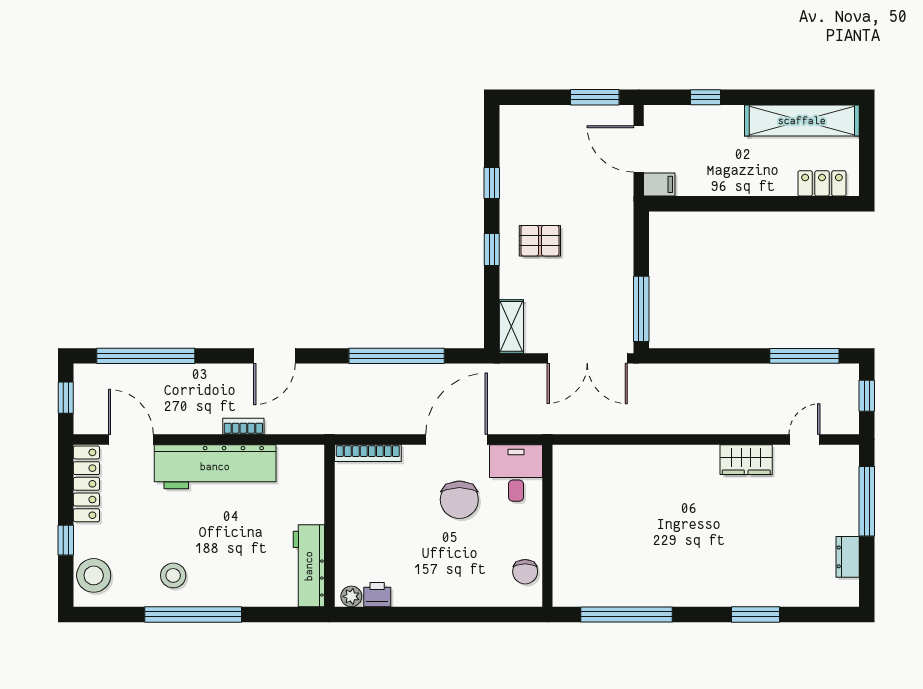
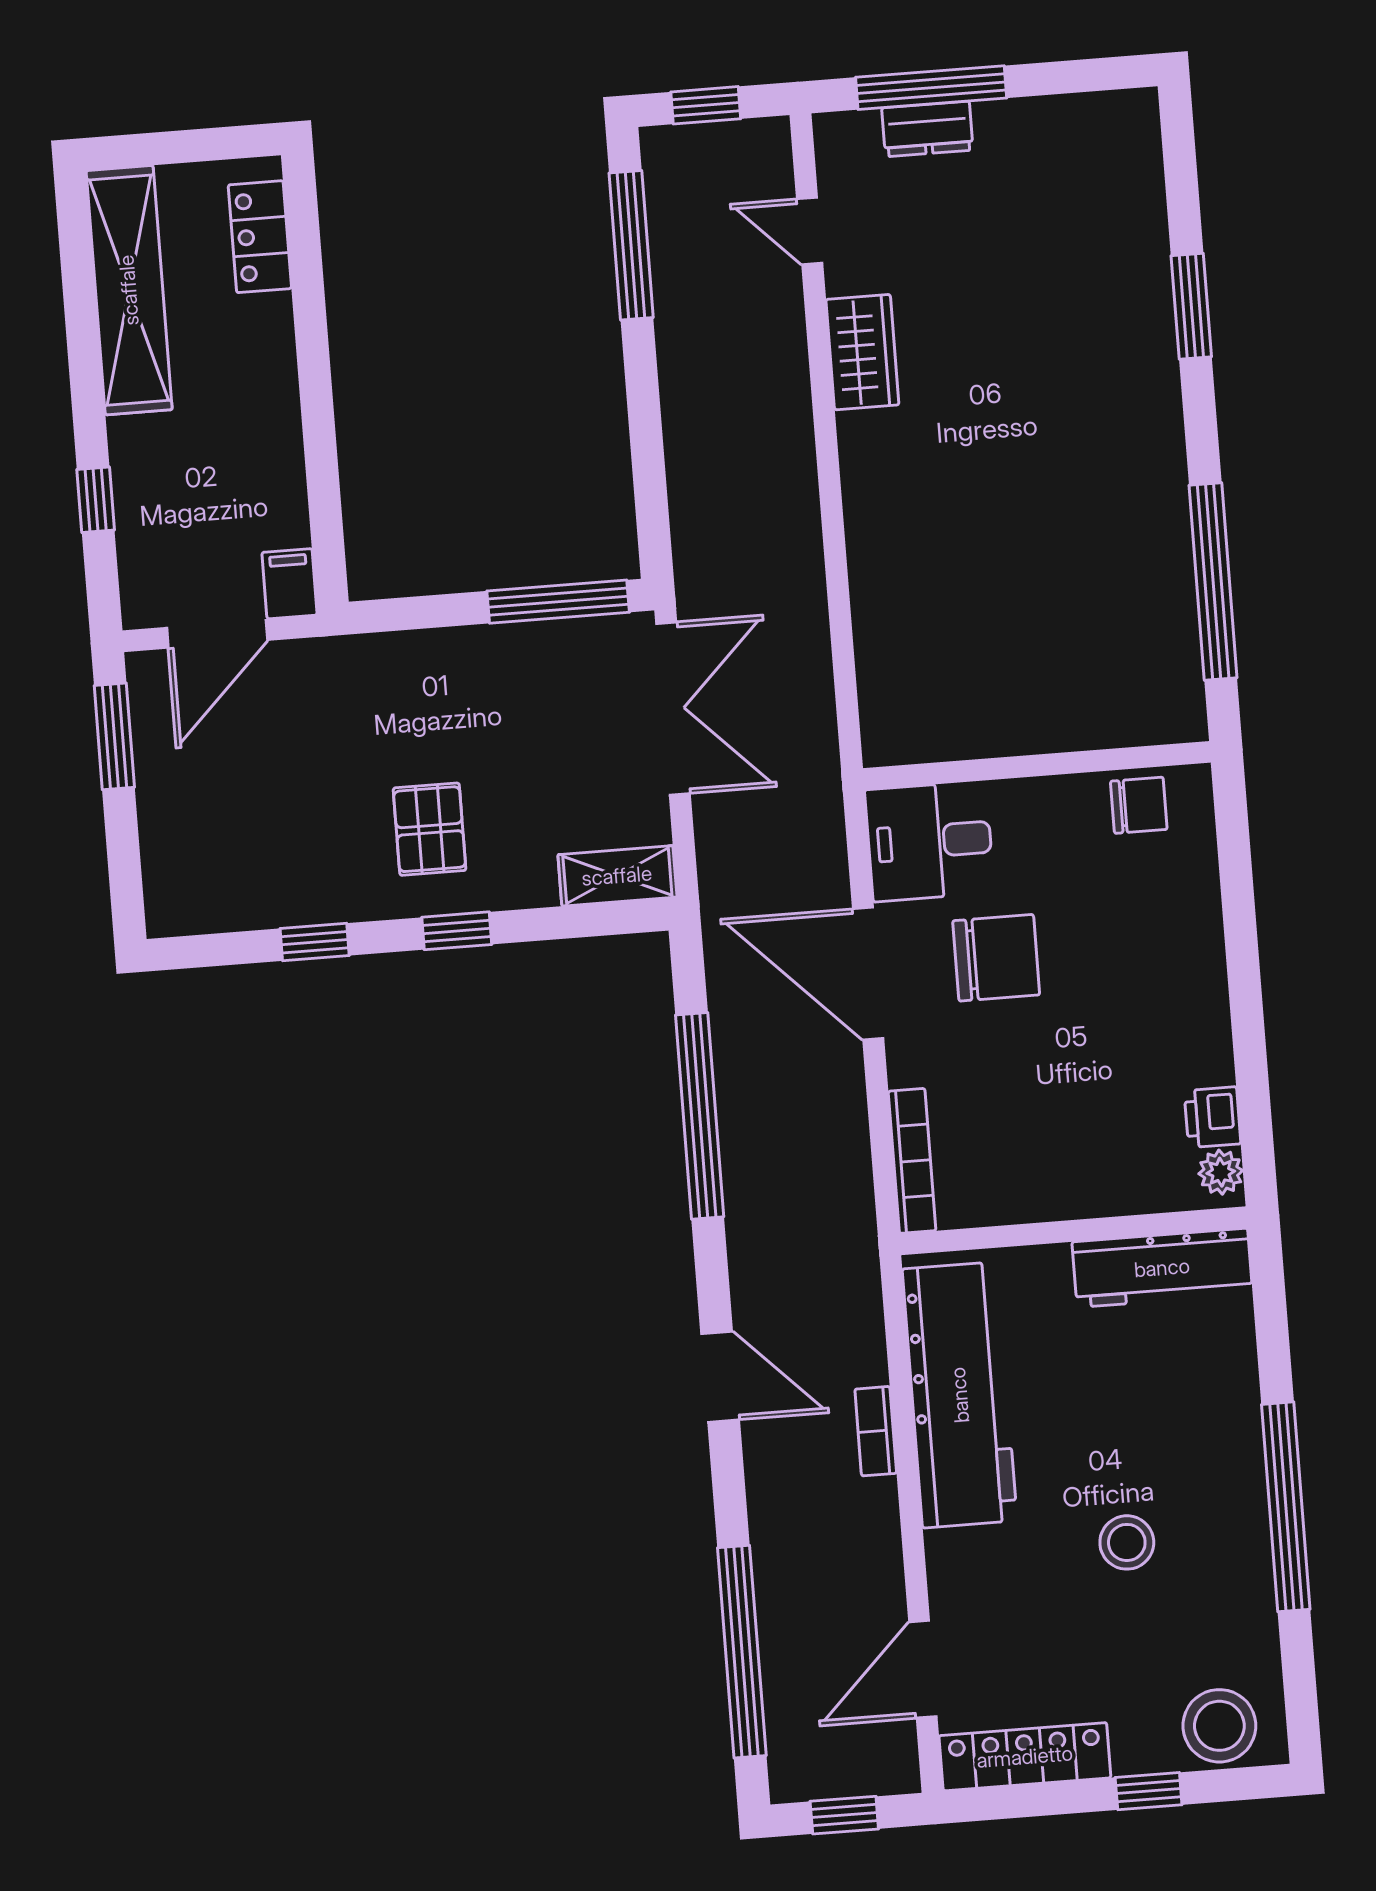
workbench: (215, 467) -> (960, 1395), moved
dresser: (848, 557) -> (927, 129), moved
stool: (173, 575) -> (1127, 1542), moved

